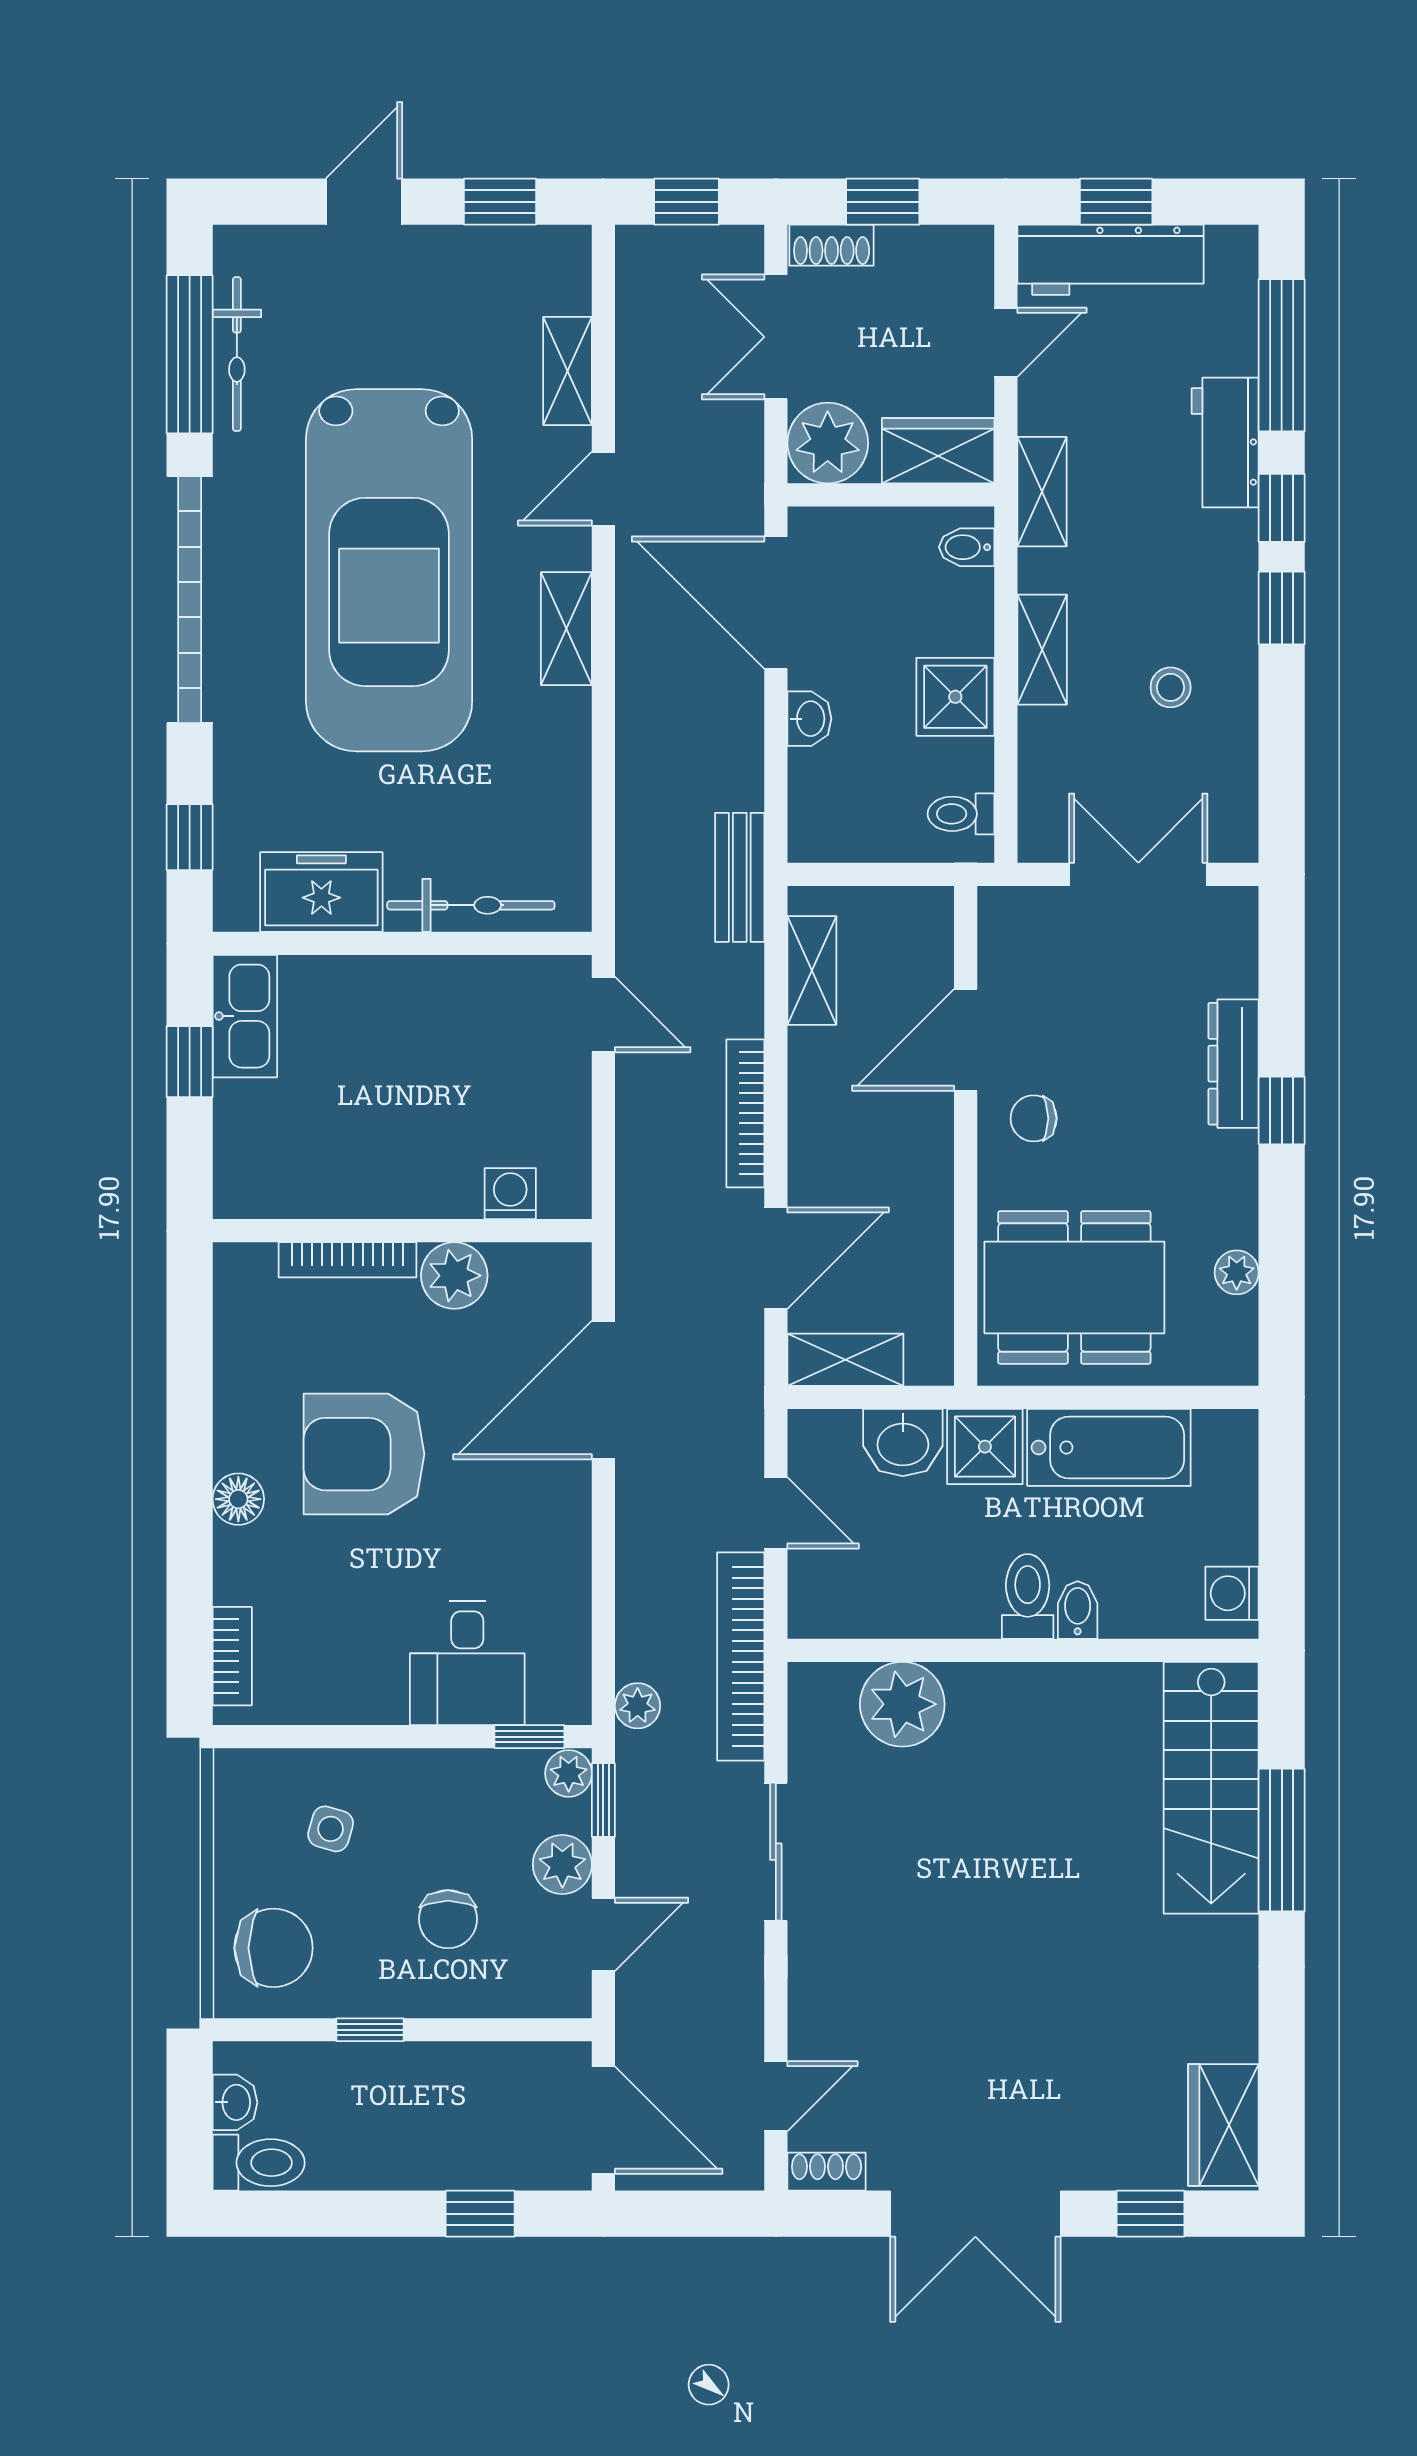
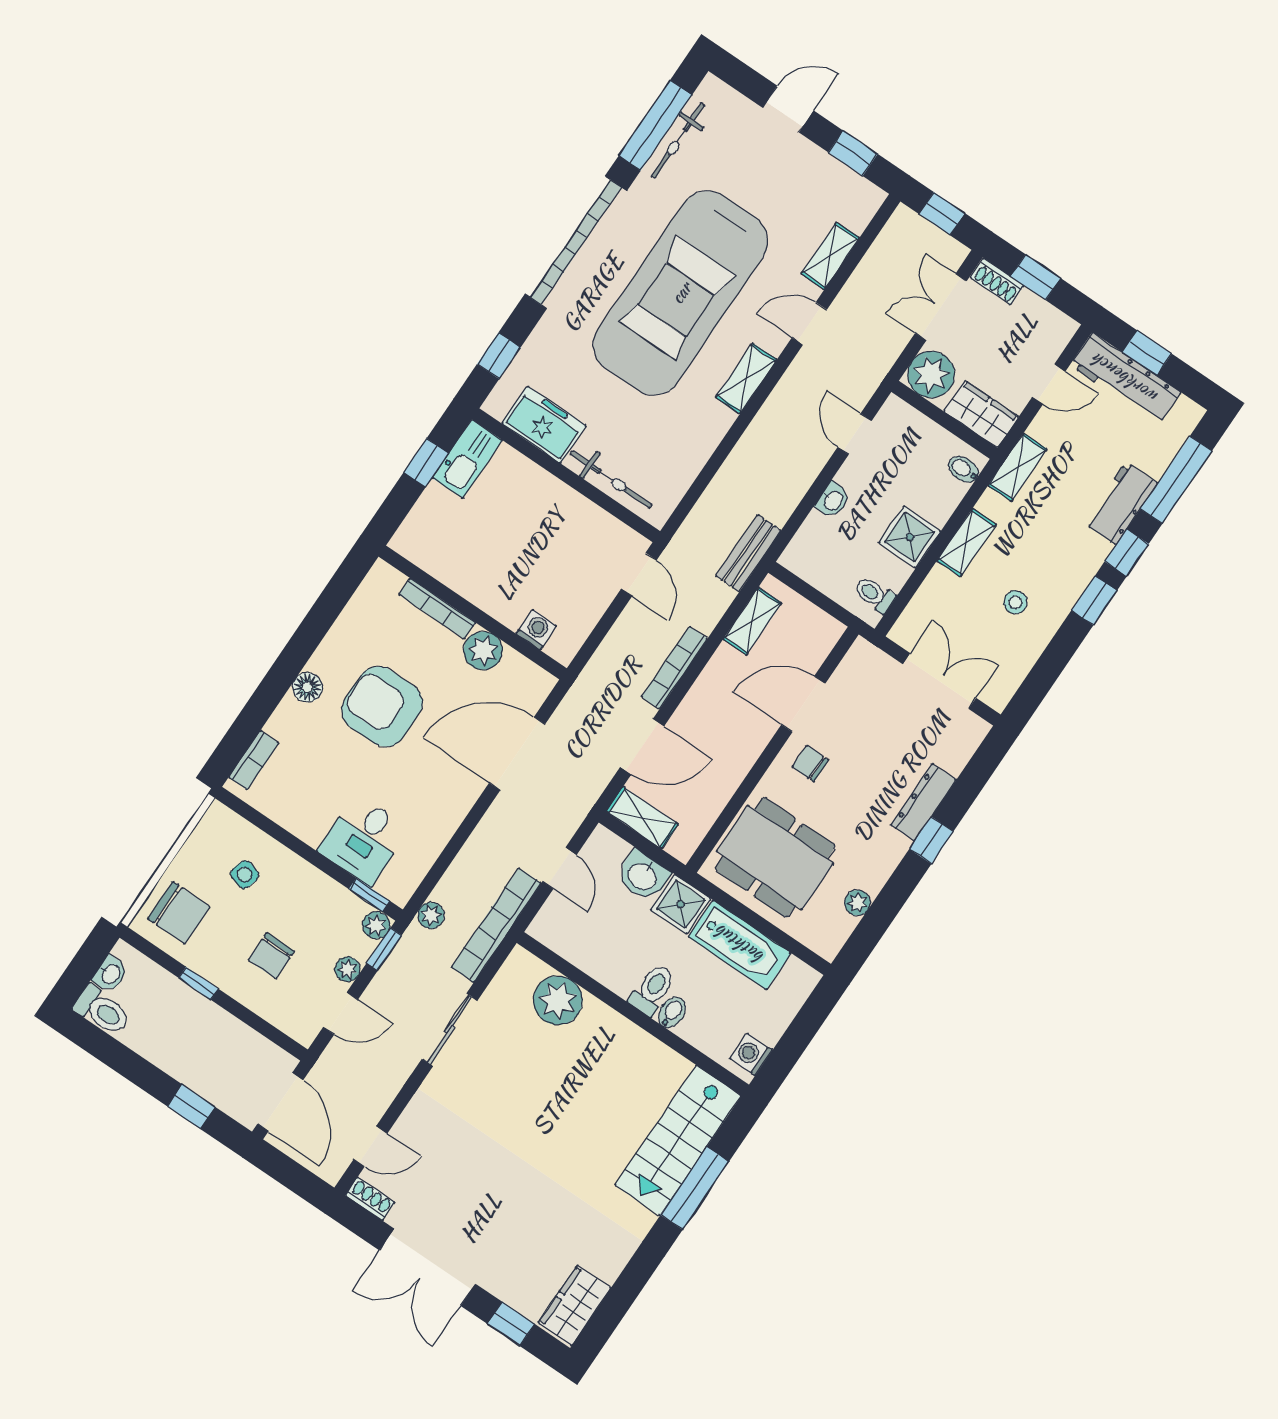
door: (776, 603) -> (855, 434), width x0.53
plant: (562, 1864) -> (347, 969), width x0.73, depth x0.73

